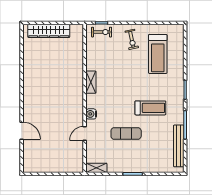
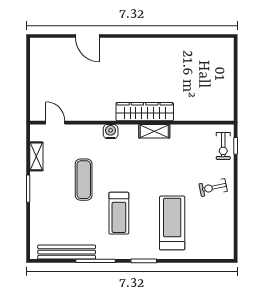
wardrobe: (49, 31) -> (145, 112), moved, turned 90
treadmill: (158, 54) -> (172, 223), moved, turned 90
door: (22, 131) -> (87, 36), hinge flipped
door: (85, 133) -> (55, 123), moved
shelving: (96, 168) -> (36, 156), moved

